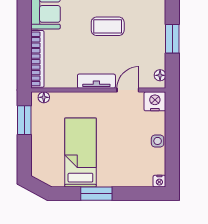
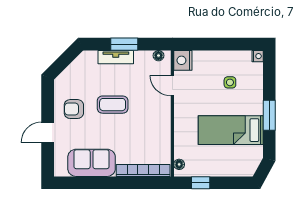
coffee table: (108, 26) -> (113, 105), turned 90
tv unit: (96, 81) -> (116, 57), moved, turned -90
window: (24, 120) -> (201, 183), width x0.67
side table: (158, 141) -> (230, 82), moved

